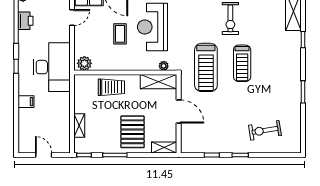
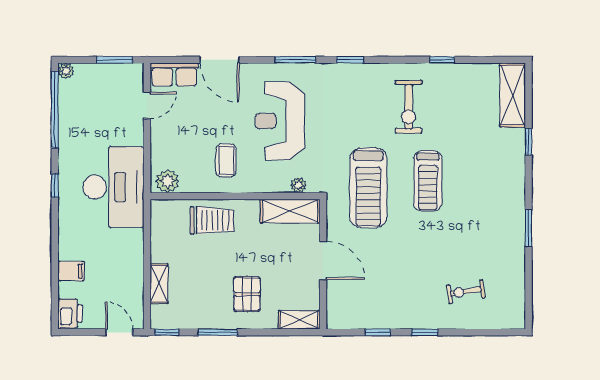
printer: (25, 21) -> (70, 313), moved
coffee table: (120, 34) -> (226, 160), moved
filing cabinet: (26, 102) -> (71, 271), moved
exercise bike: (265, 130) -> (466, 292), width x0.73, depth x0.72
pallet: (133, 132) -> (247, 294), width x0.67, depth x0.71
door: (44, 155) -> (119, 332), moved

